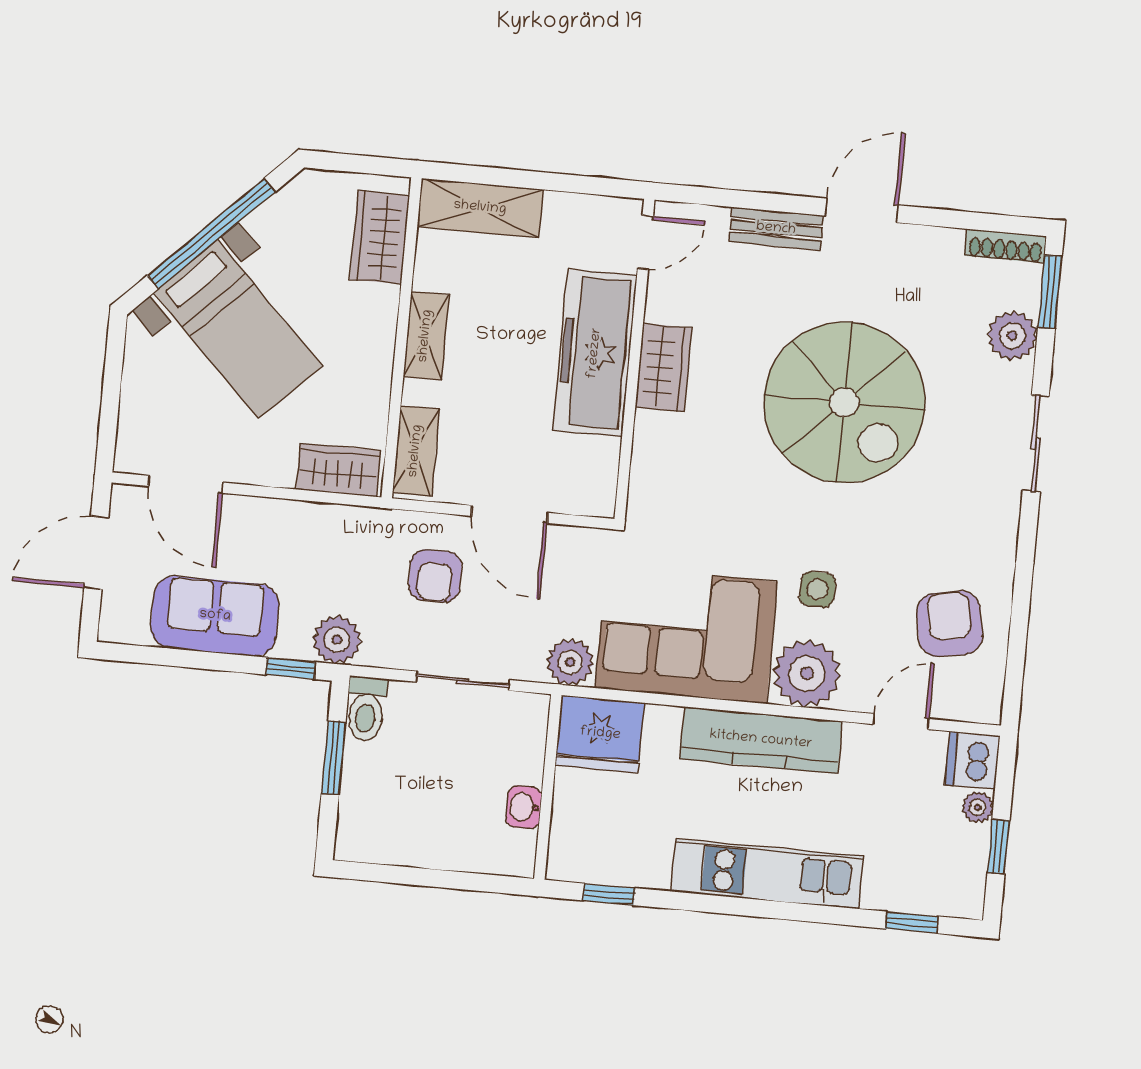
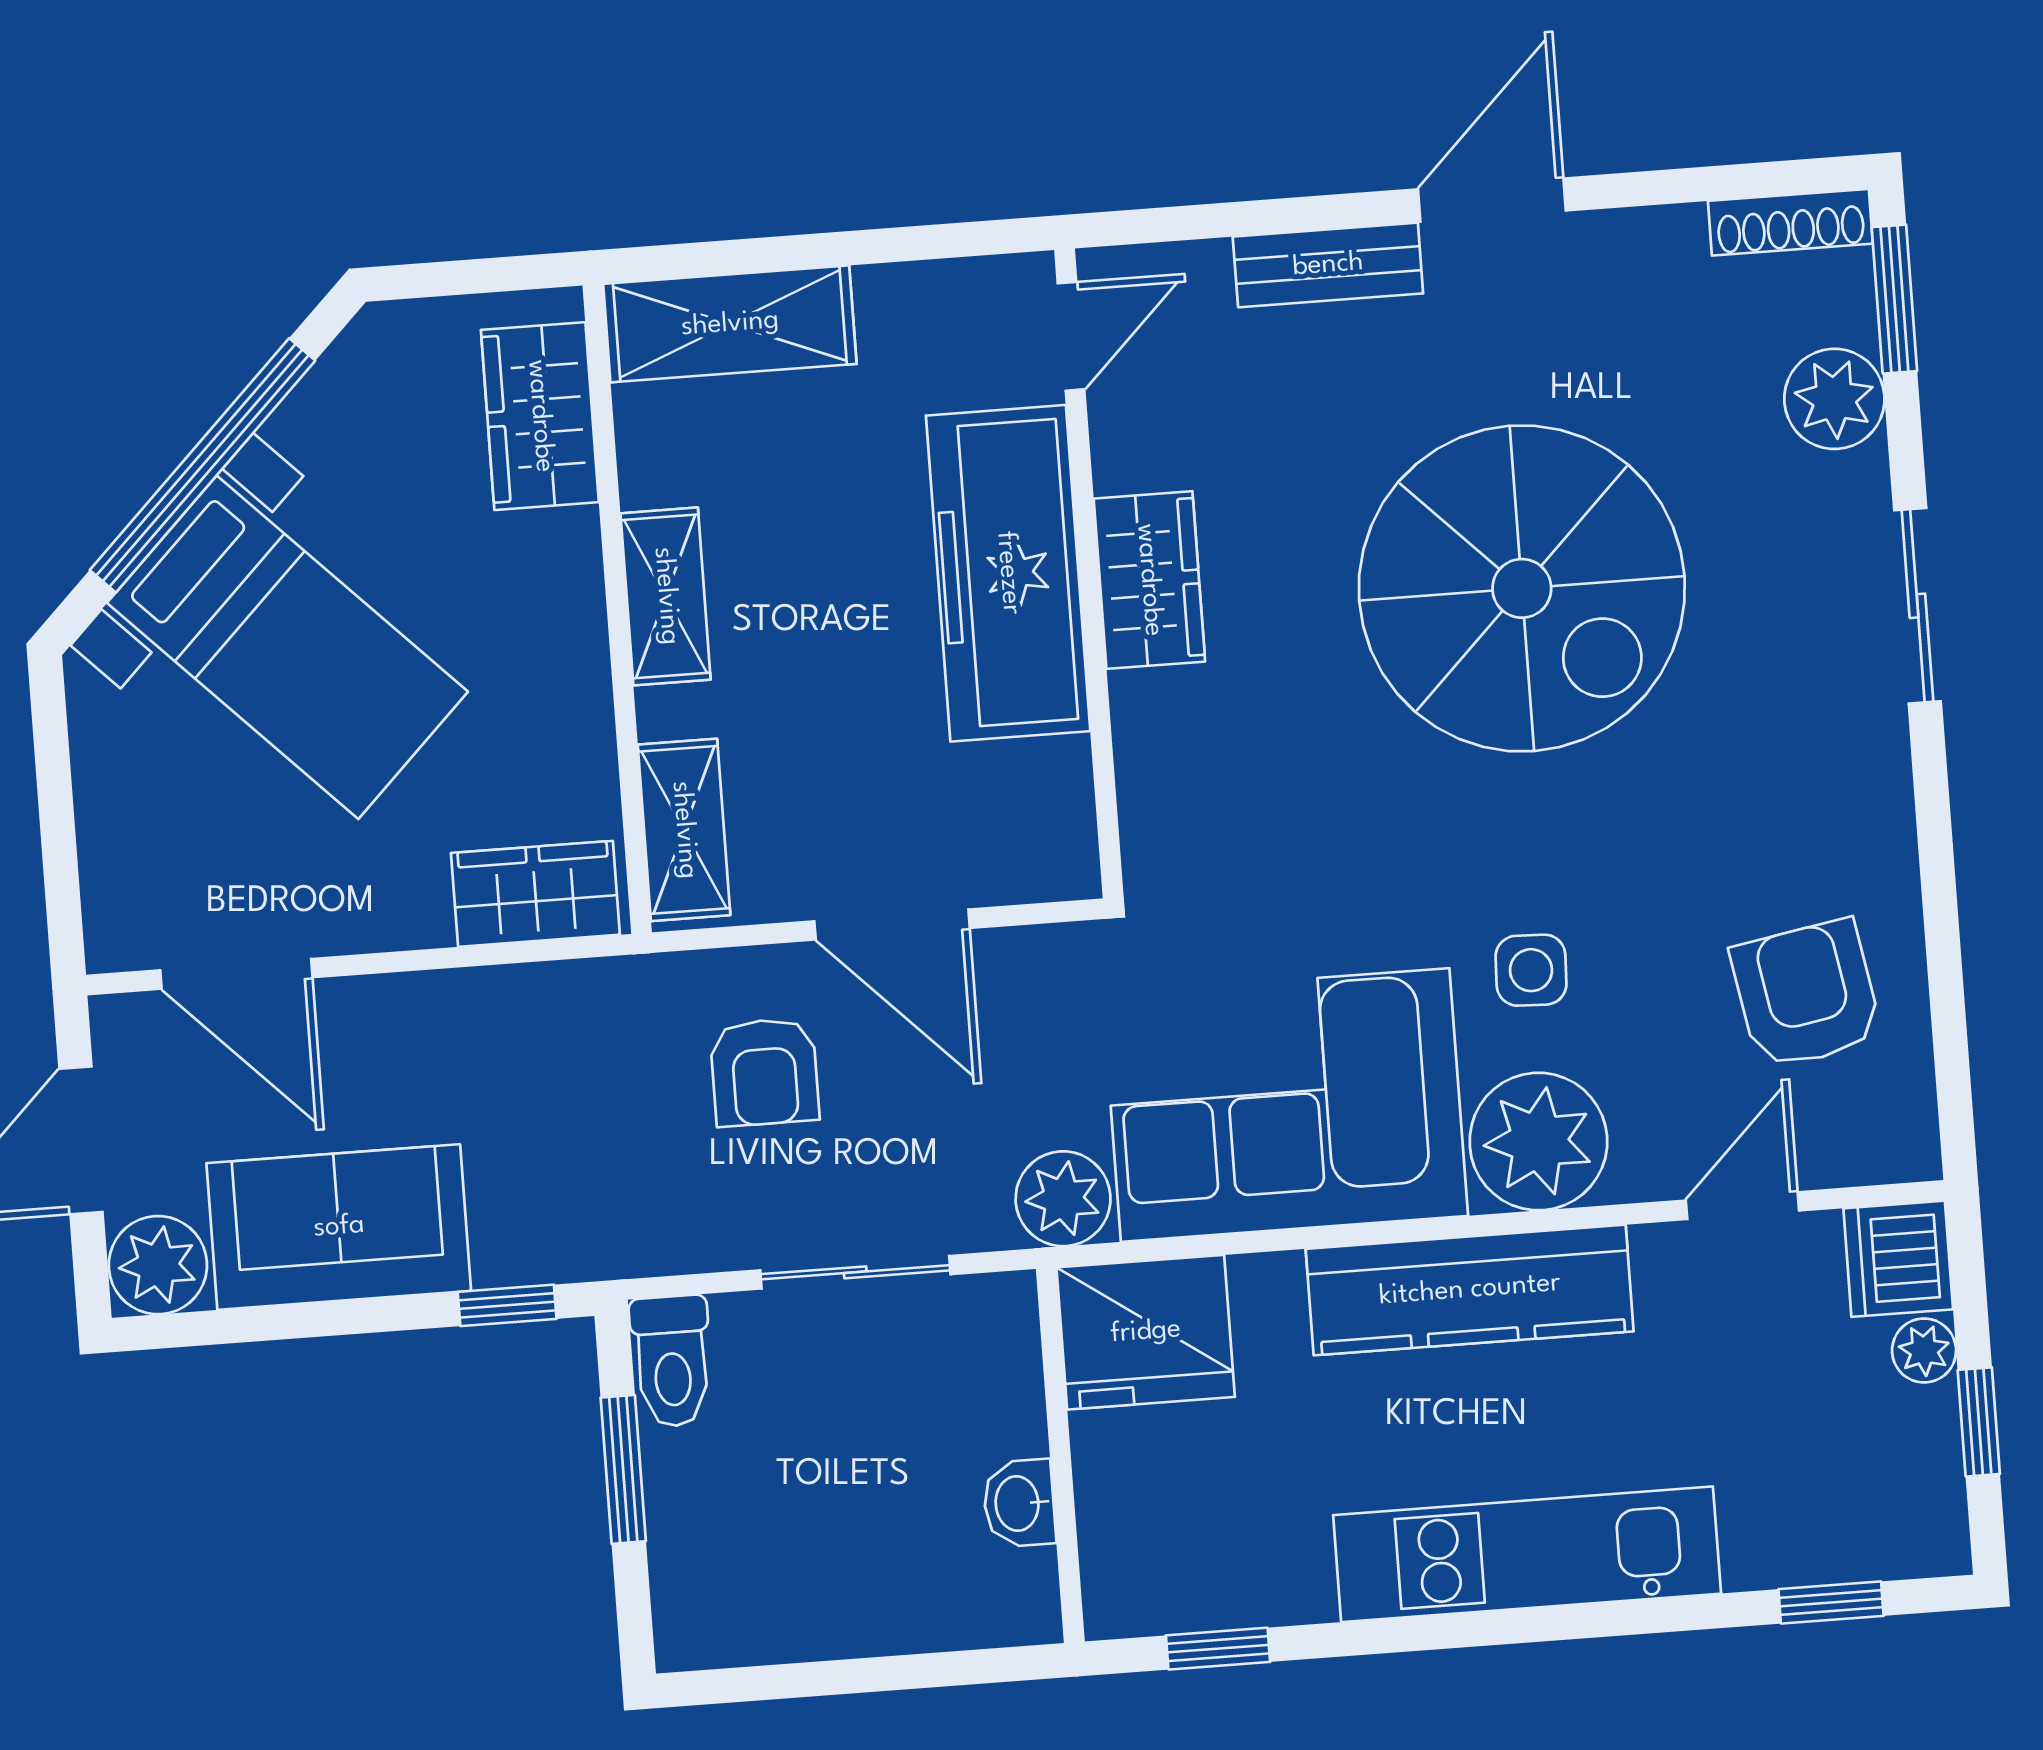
plant: (337, 640) -> (158, 1265), moved

